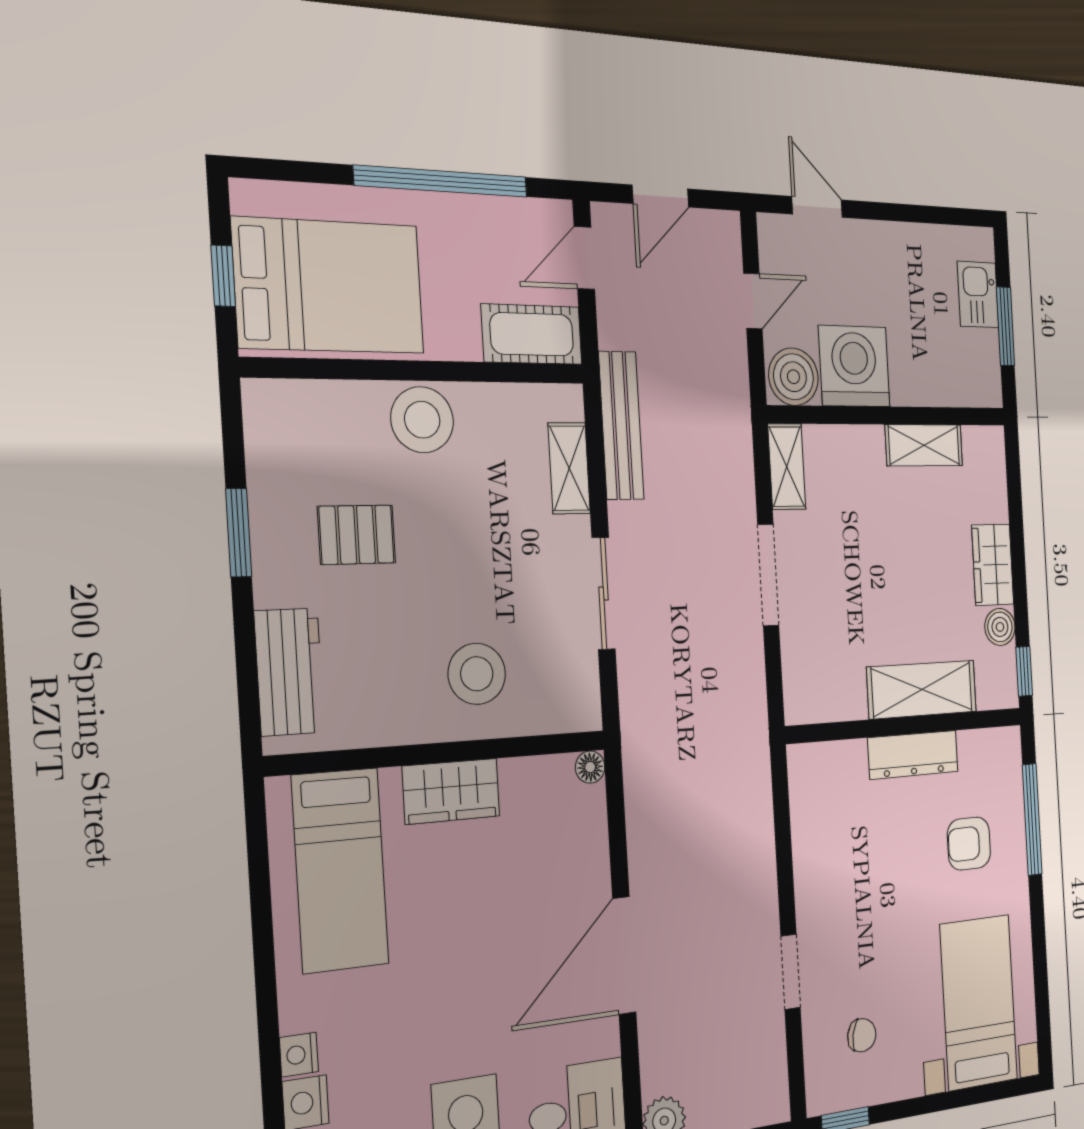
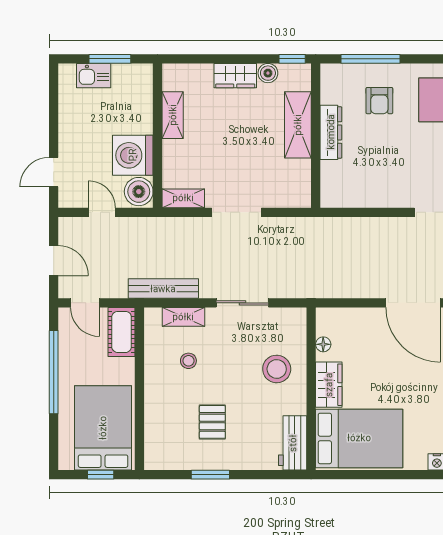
stool: (422, 420) -> (188, 361), moved, width x0.53, depth x0.53
workbench: (289, 672) -> (293, 443), moved, turned -90
floor lamp: (590, 767) -> (323, 344), moved
bed: (340, 870) -> (359, 438), width x1.50

